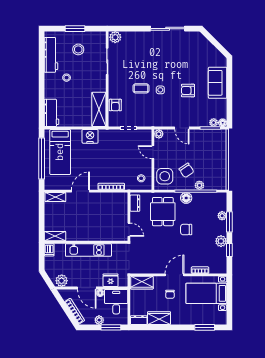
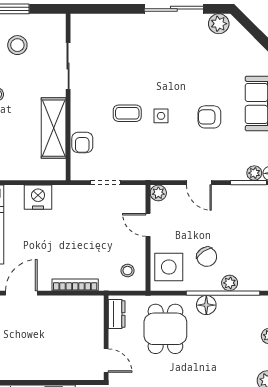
plant: (115, 37) -> (219, 24), moved
shelving: (99, 109) -> (54, 128), moved
chair: (186, 230) -> (206, 360), removed

